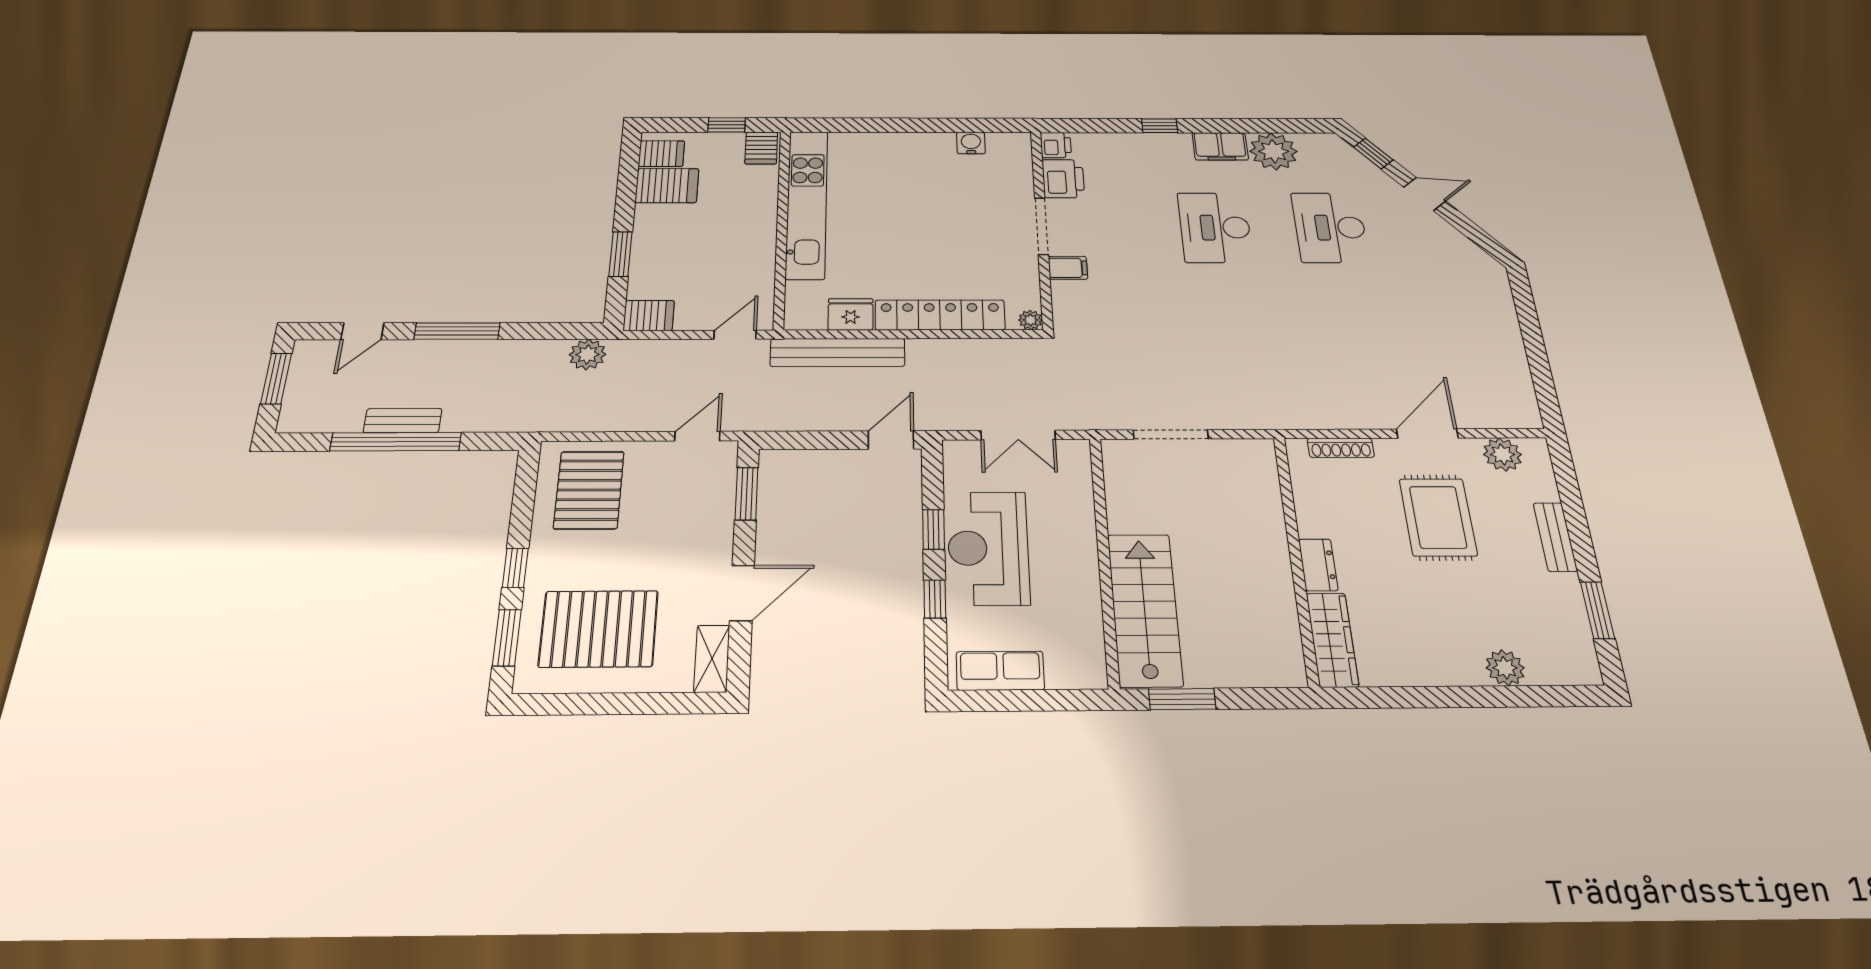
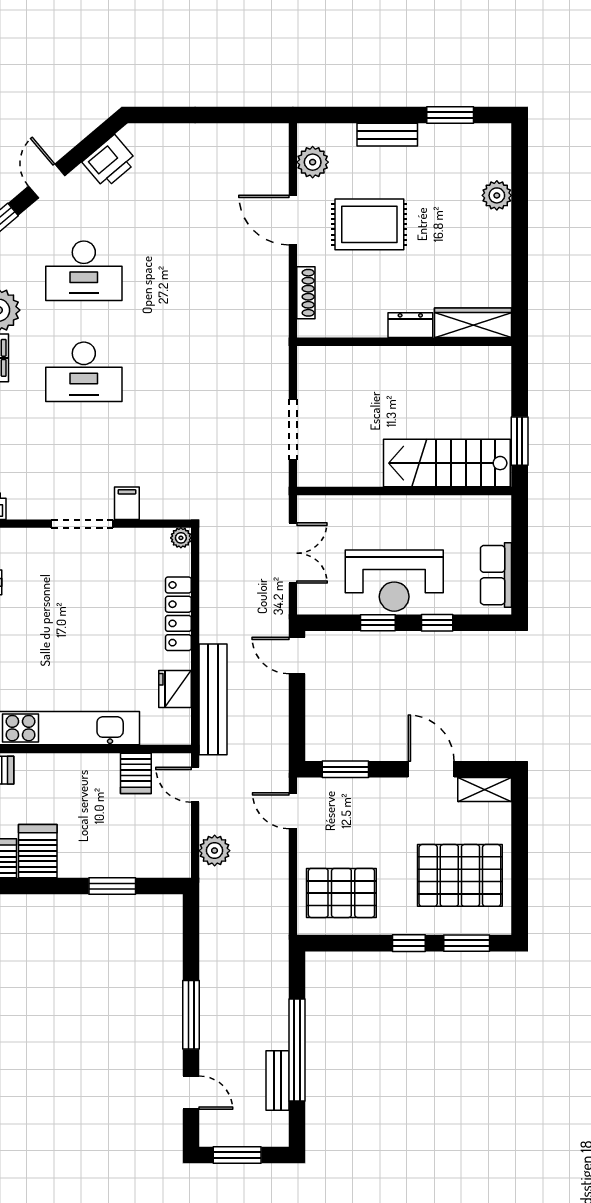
printer: (1063, 179) -> (110, 162), moved, turned 140
server rack: (649, 315) -> (136, 773), moved, turned 180
locker: (940, 315) -> (178, 614), width x0.71, depth x0.83
plant: (587, 354) -> (215, 851), moved
bench: (403, 421) -> (277, 1081), moved
pallet: (599, 629) -> (460, 875), turned 90

